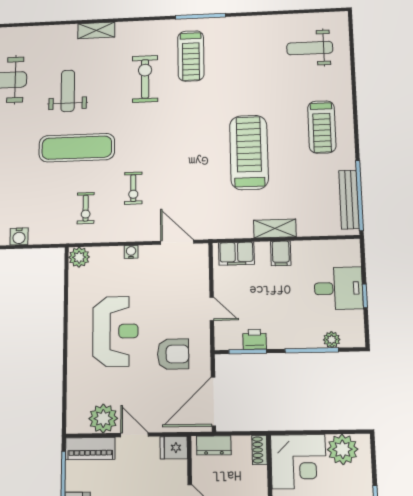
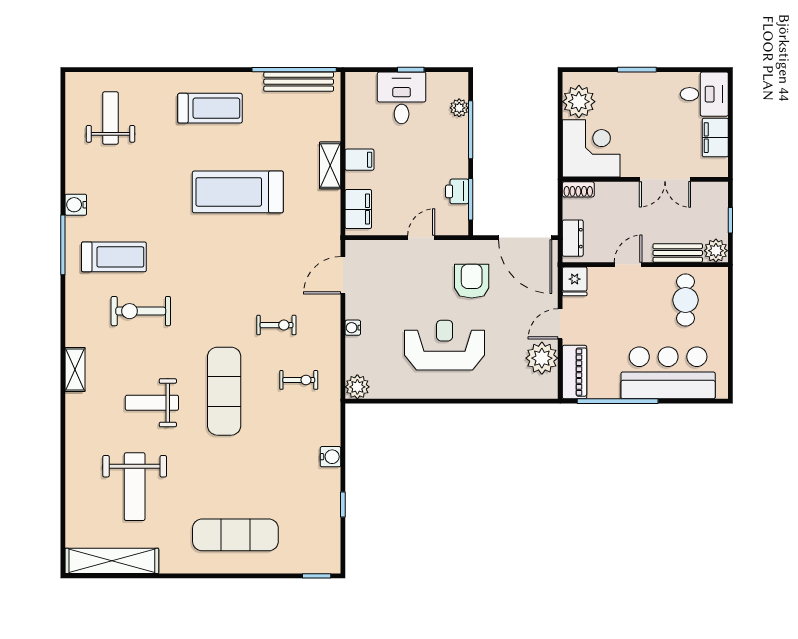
water cooler: (235, 25) -> (76, 205), added
weight bench: (310, 48) -> (111, 118), turned 180

